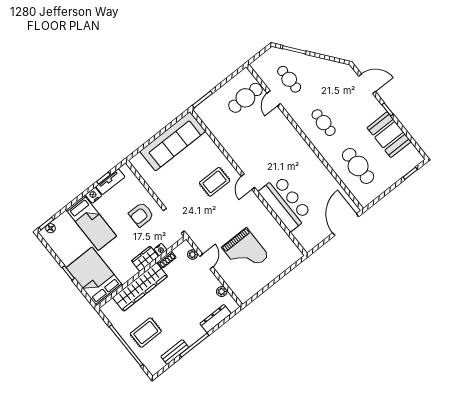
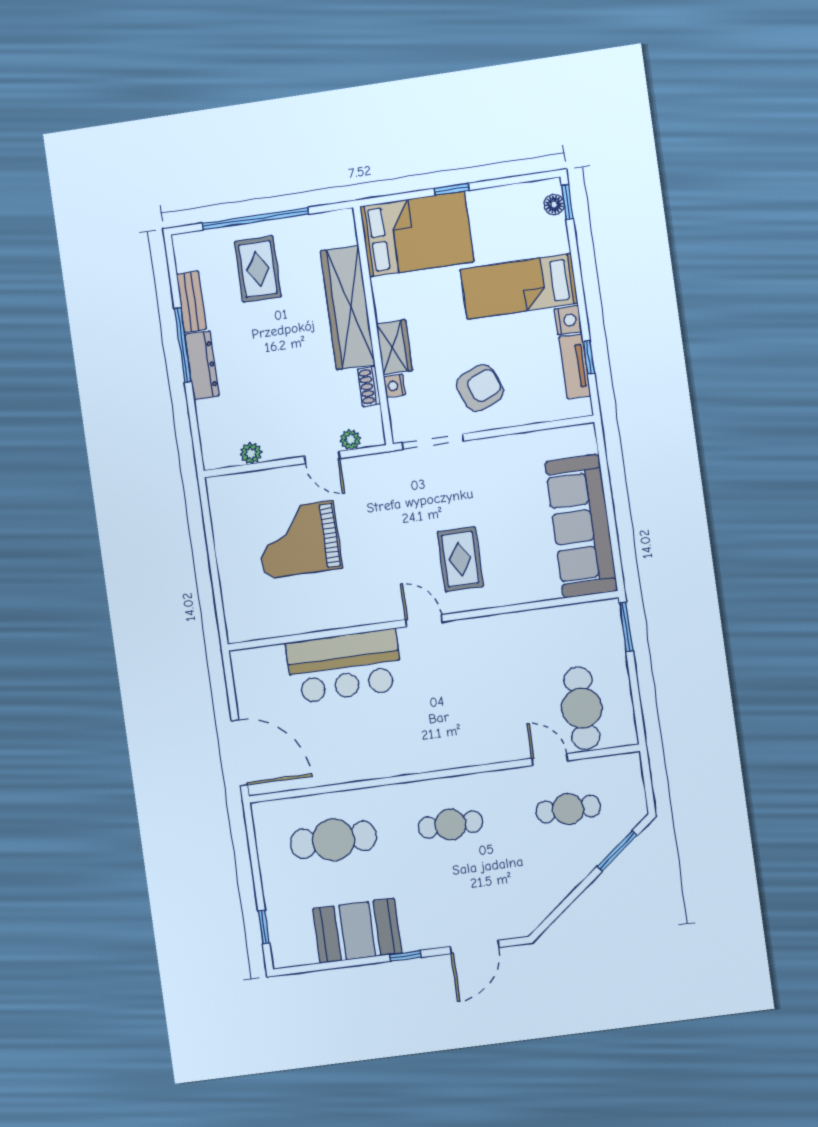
armchair: (141, 215) -> (480, 388), turned 68
dresser: (216, 319) -> (202, 365), moved

